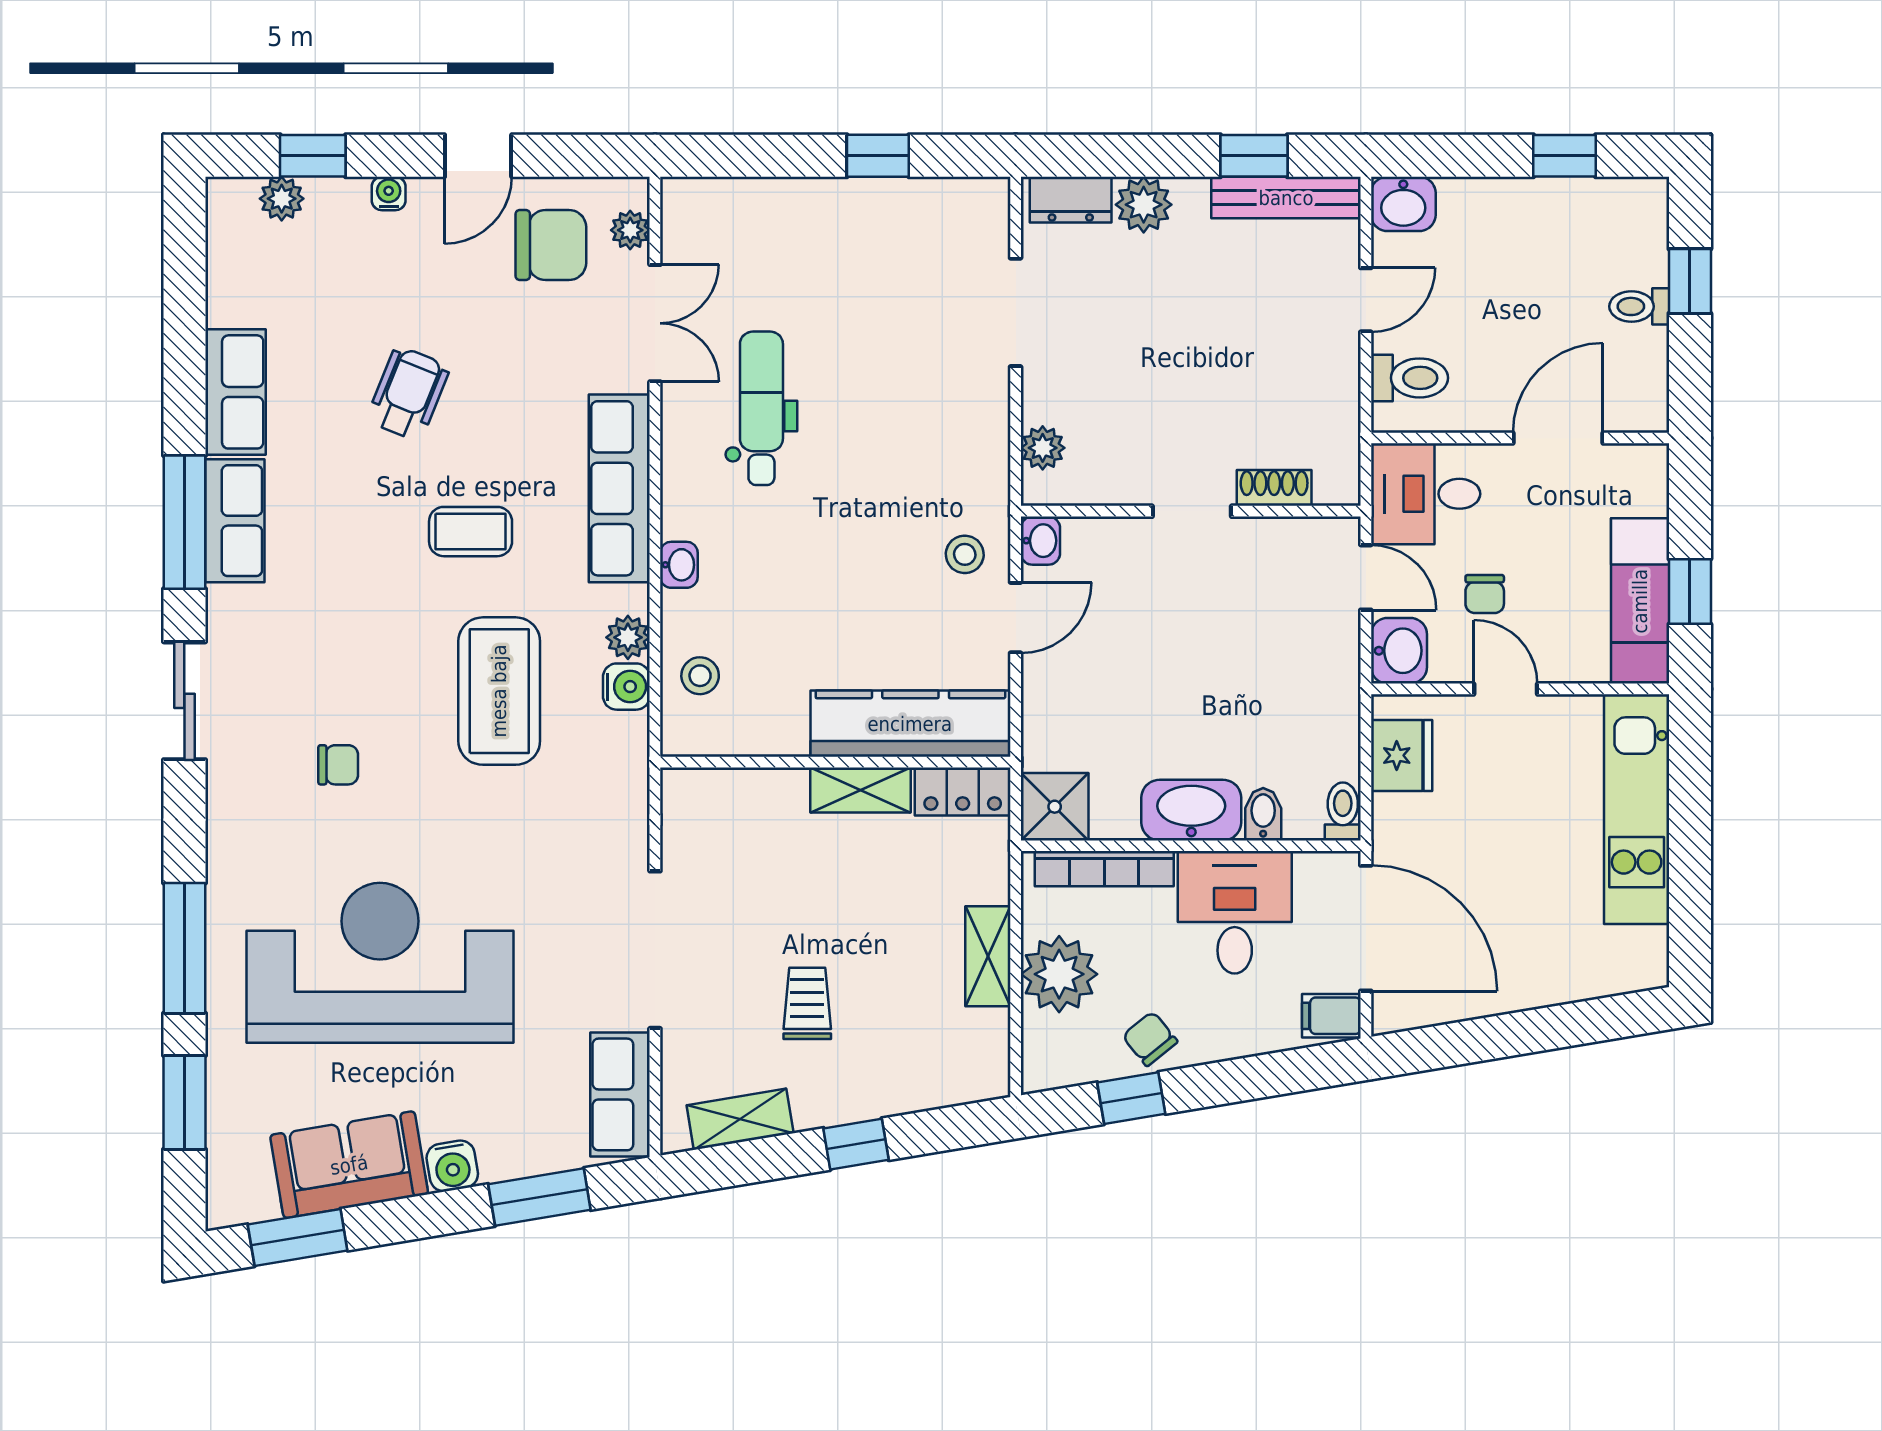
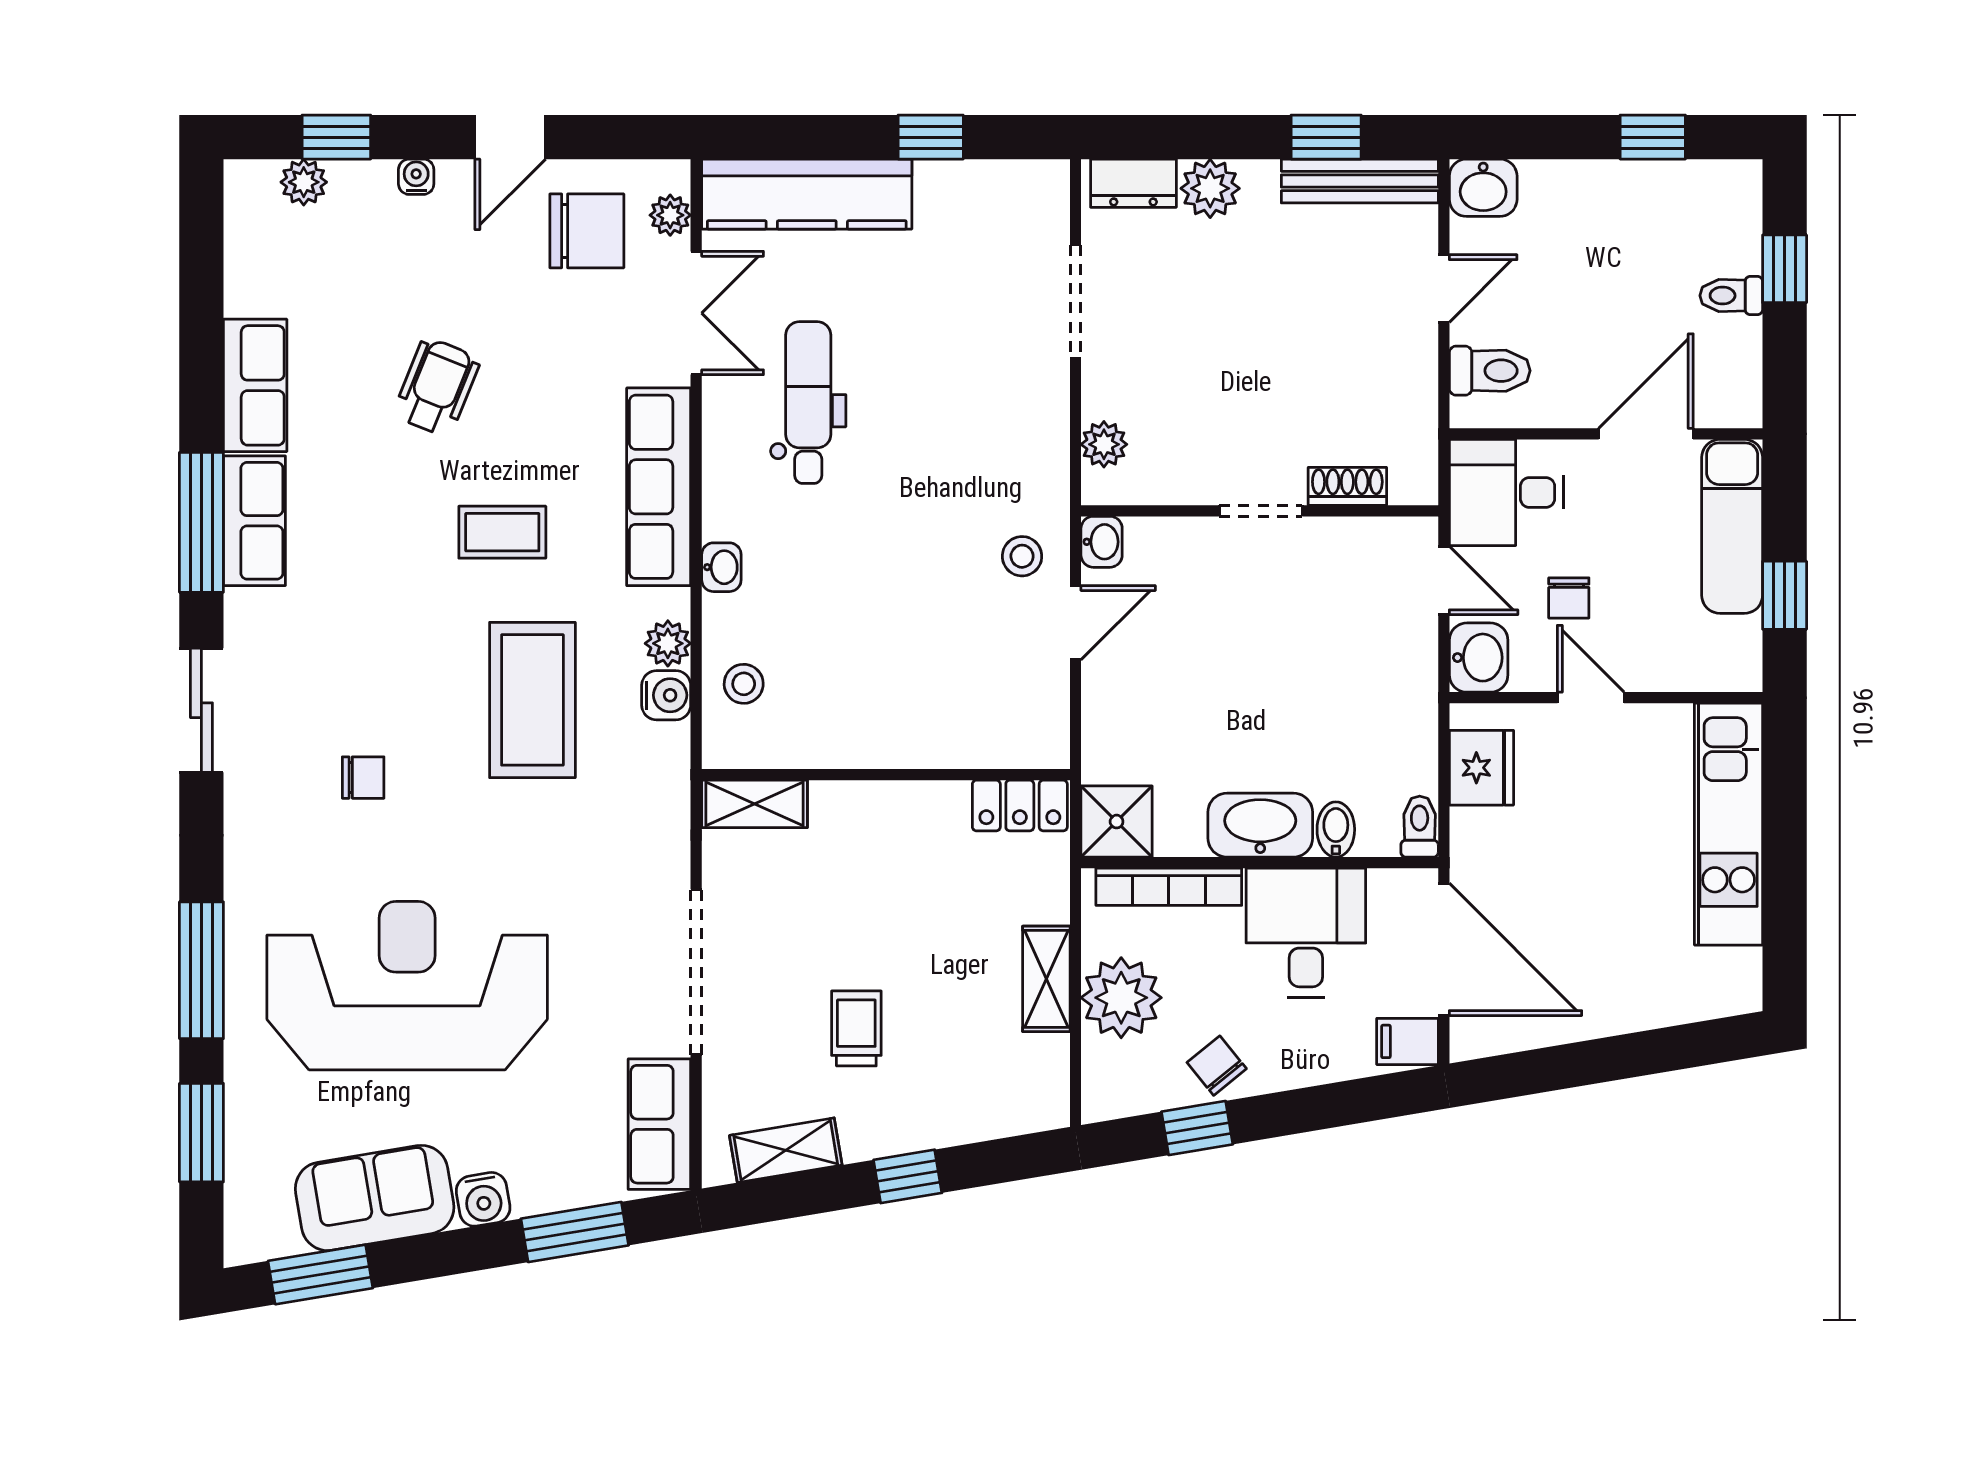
exam couch: (1640, 601) -> (1732, 526), moved
kitchen counter: (910, 724) -> (807, 194), moved, turned 180
shelving: (861, 790) -> (754, 804), moved

